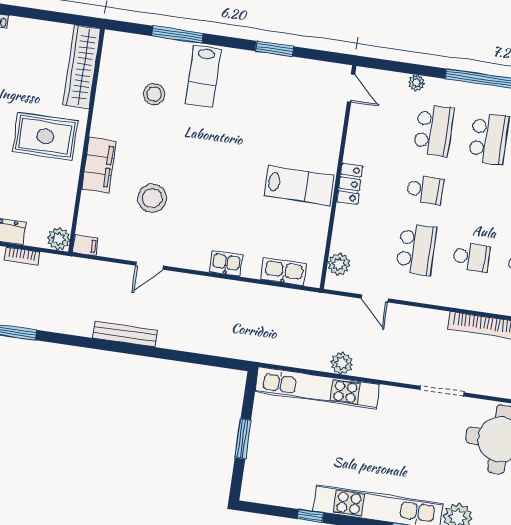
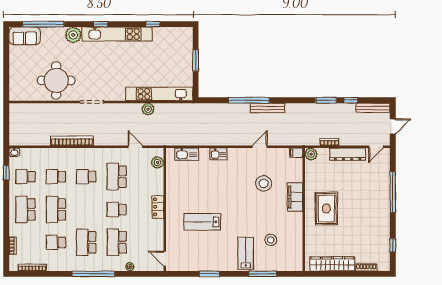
wardrobe: (82, 67) -> (332, 264), moved, turned -90
rug: (45, 136) -> (326, 208), turned 90
lab bench: (299, 186) -> (202, 222), moved
window: (157, 353) -> (249, 100), added

